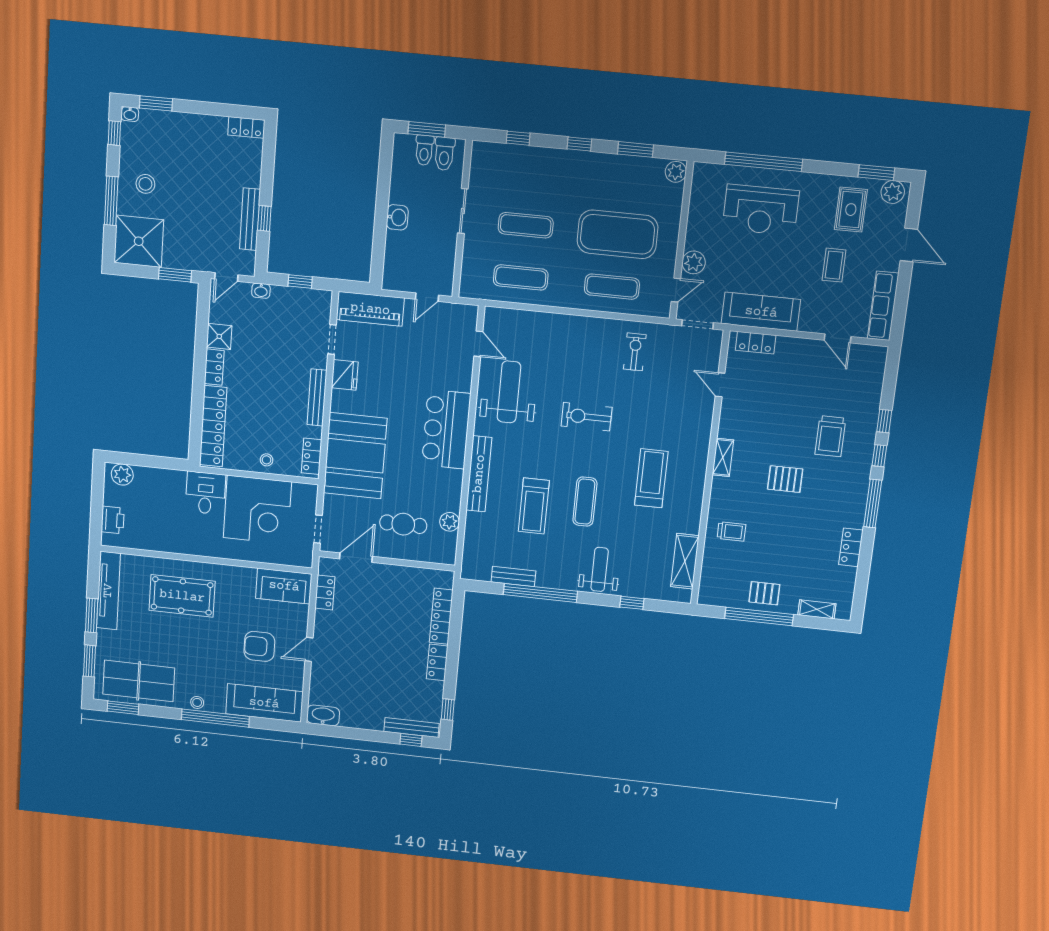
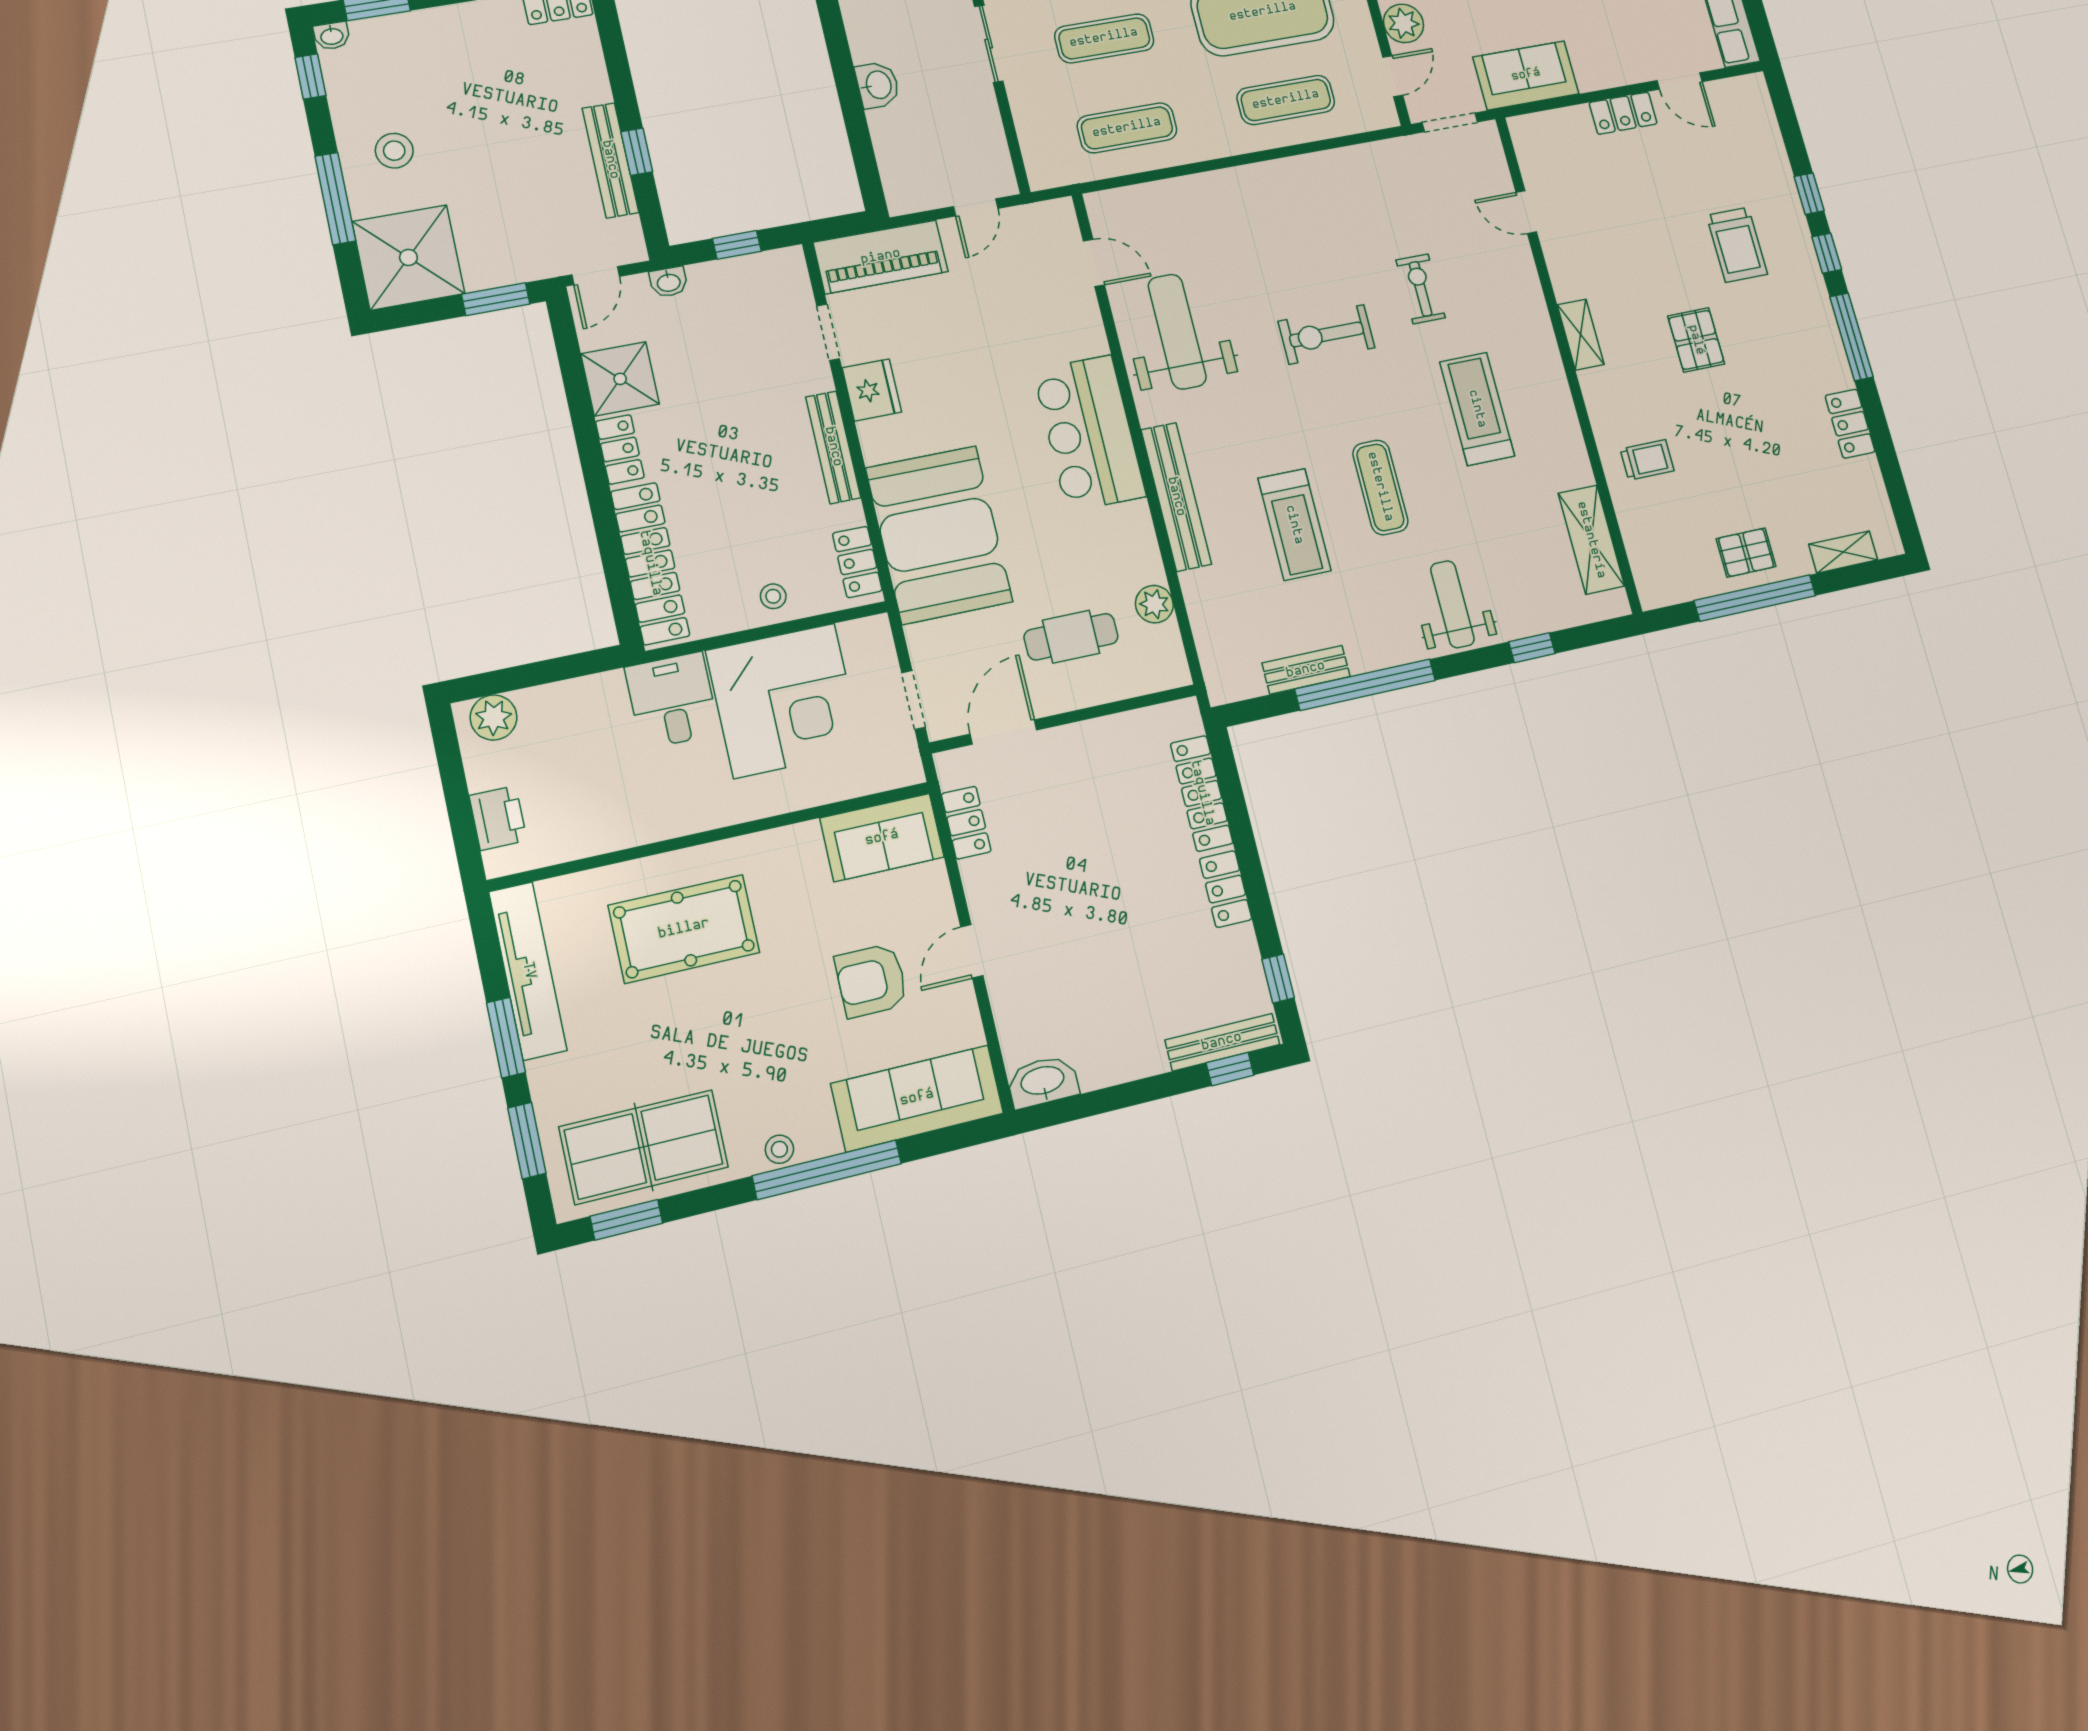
sofa: (761, 312) -> (1526, 75), width x0.73
shower: (219, 336) -> (620, 379), width x1.36, depth x1.36
locker: (756, 343) -> (1623, 113), moved
exercise bike: (635, 352) -> (1421, 289), moved
pallet: (785, 479) -> (1696, 340), turned 90

